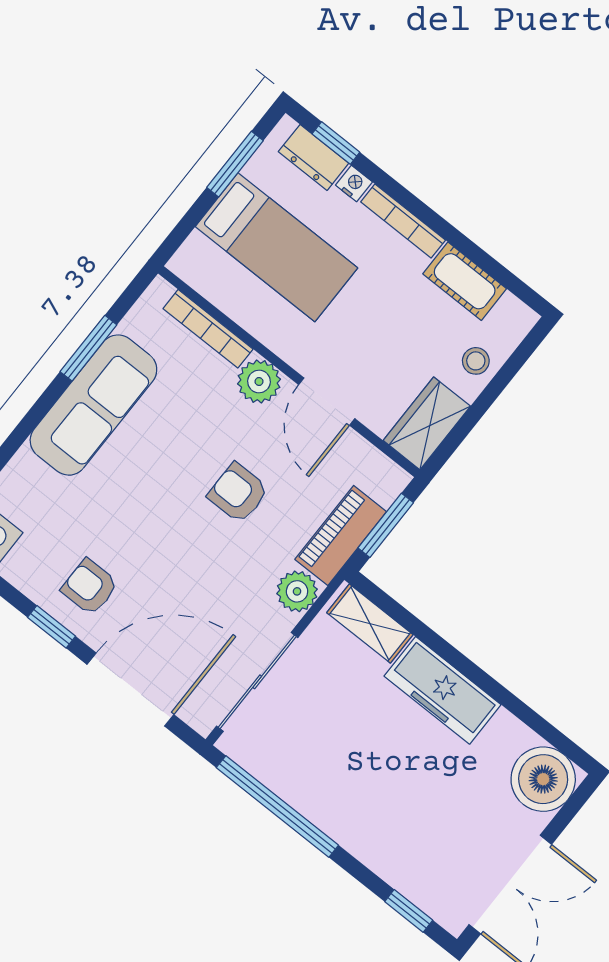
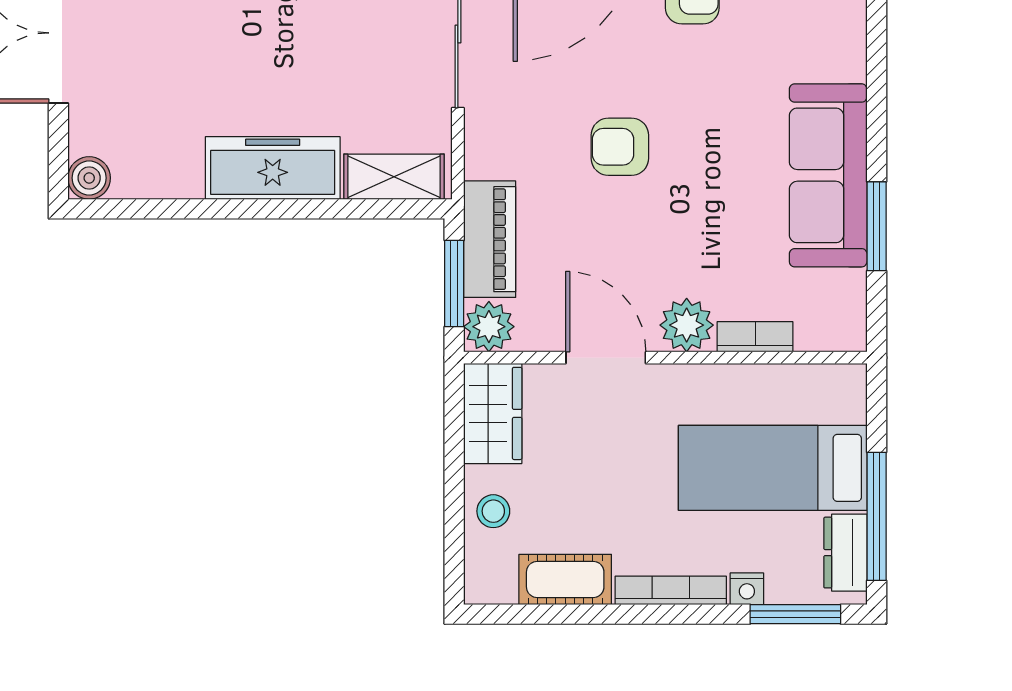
window: (336, 143) -> (795, 614), width x1.50
dresser: (314, 157) -> (845, 553), moved, turned -90
window: (235, 164) -> (877, 516), width x1.44
bookcase: (208, 329) -> (755, 337), width x0.64
armchair: (238, 493) -> (620, 147), moved, turned 180
plant: (297, 591) -> (489, 327), moved
boiler: (543, 779) -> (89, 178), width x0.54, depth x0.54

